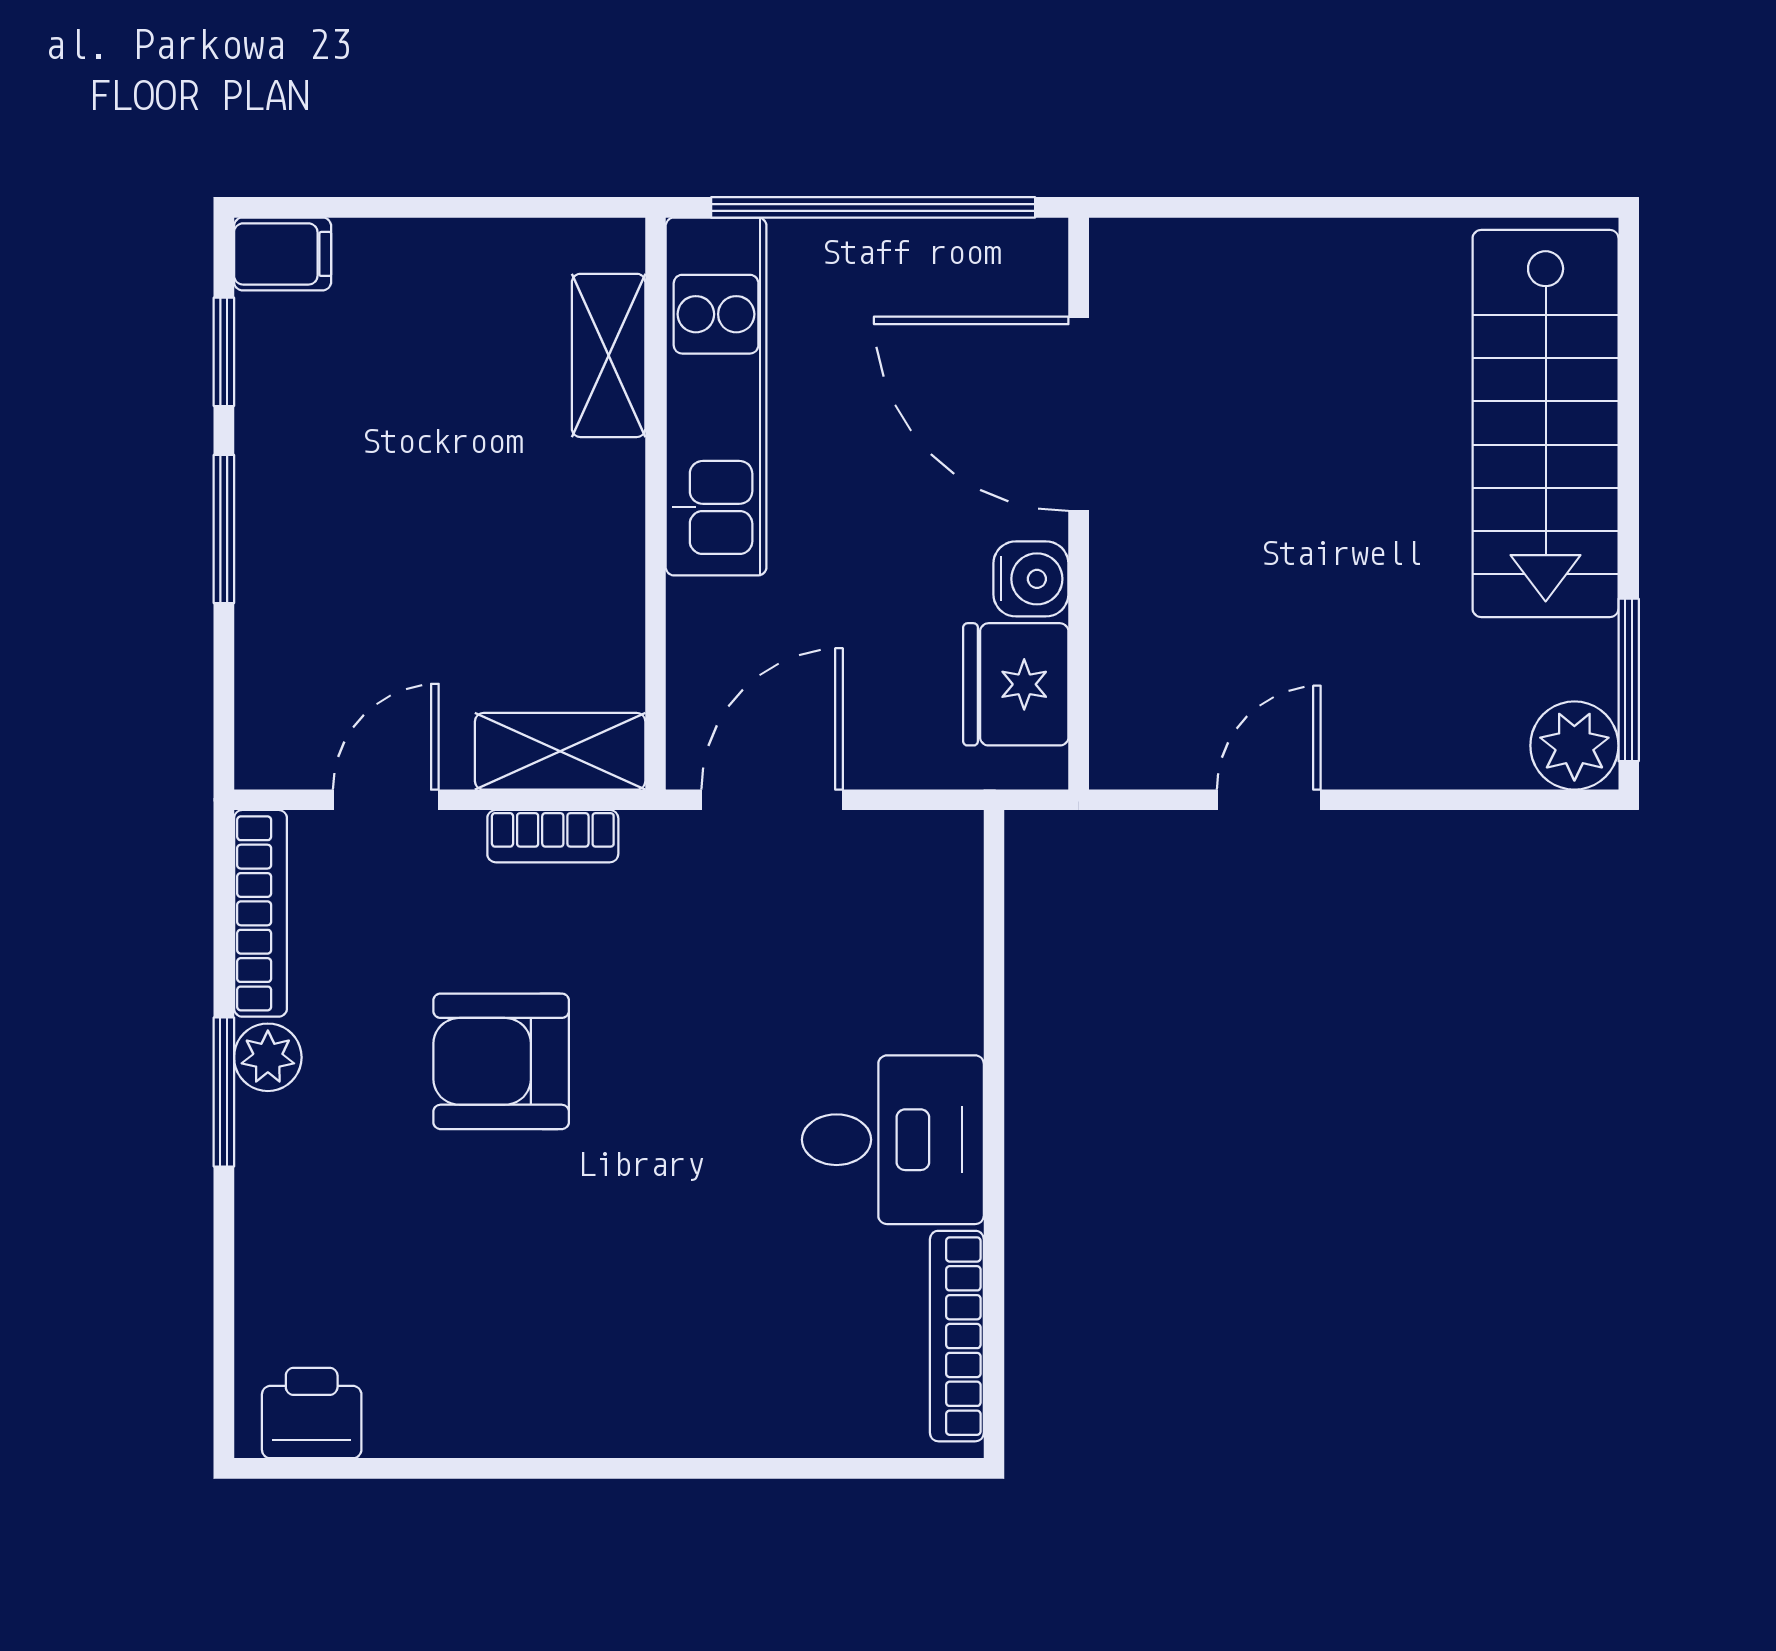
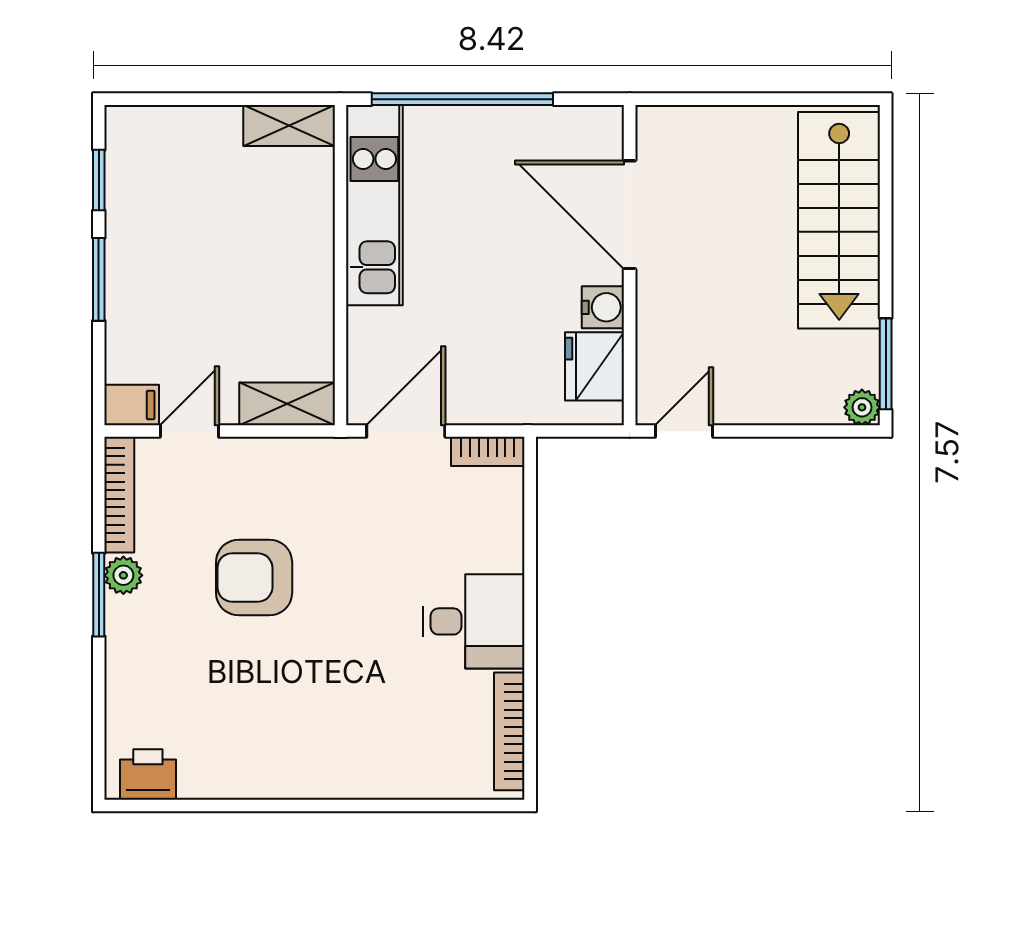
filing cabinet: (283, 254) -> (132, 405), moved
shelving: (609, 355) -> (289, 125), moved, turned 90
door: (1079, 414) -> (630, 215), moved
wall: (1079, 504) -> (630, 265), moved
water cooler: (1031, 579) -> (603, 307), moved
fridge: (1016, 684) -> (594, 366), moved
plant: (1574, 746) -> (862, 407), width x0.73, depth x0.73
bookcase: (553, 836) -> (488, 451), moved

